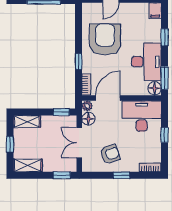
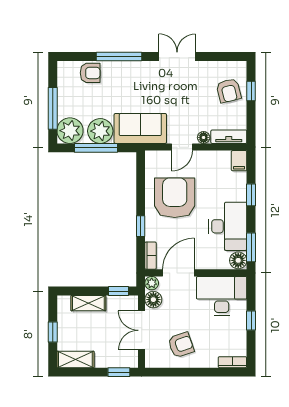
shelving: (27, 122) -> (88, 303), moved
window: (121, 175) -> (196, 372), removed

